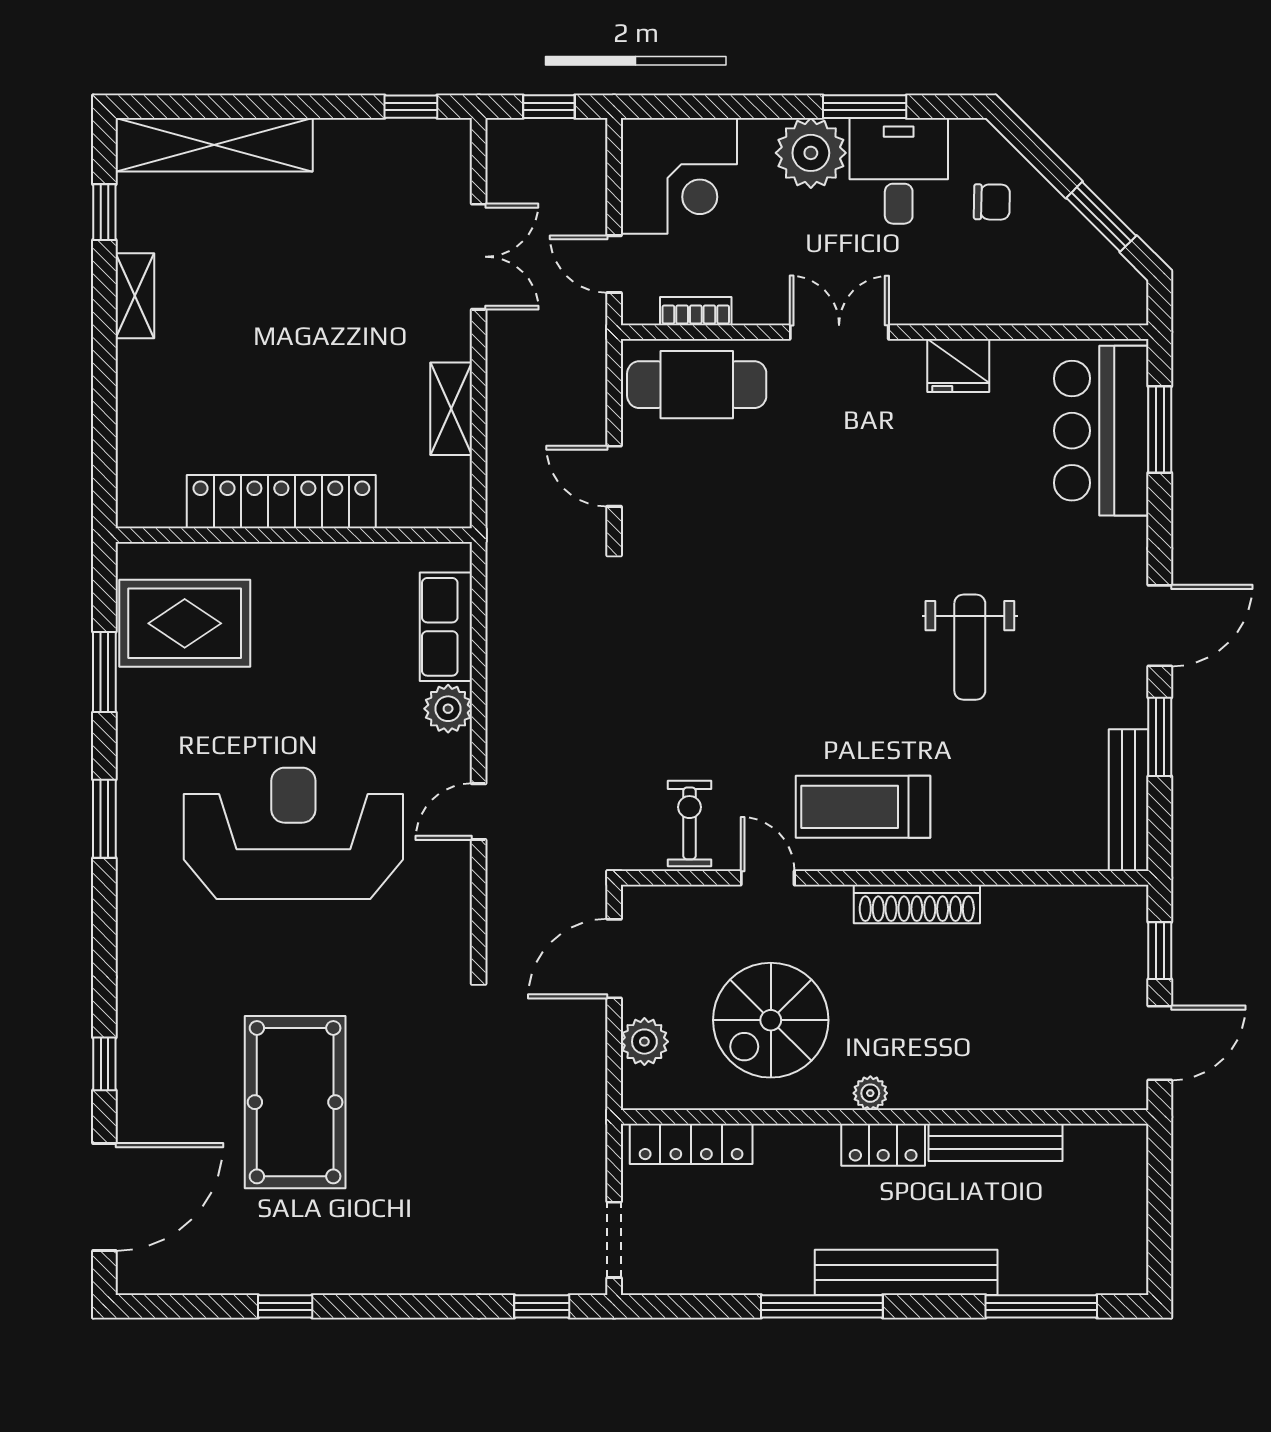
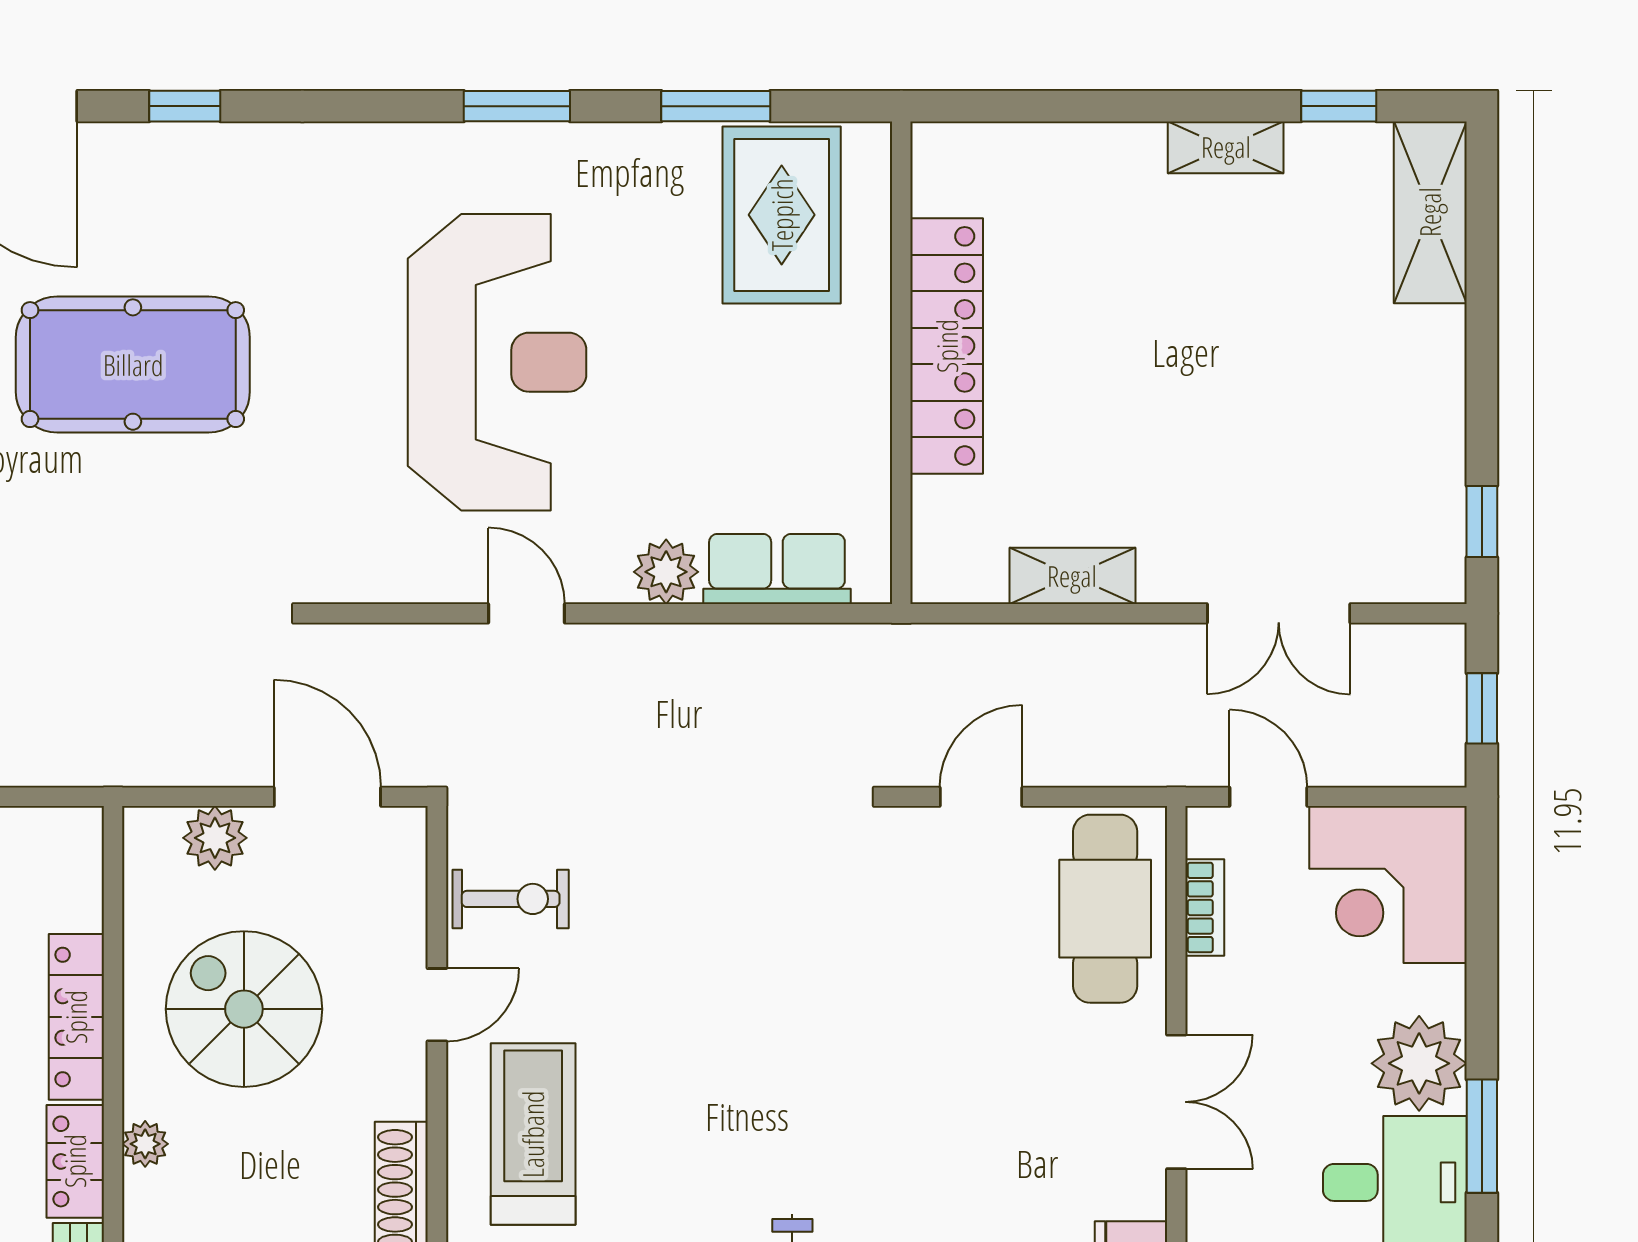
shelving: (214, 145) -> (1430, 212), width x0.68
door: (614, 264) -> (1268, 797), hinge flipped
locker: (691, 1144) -> (76, 1017), moved

